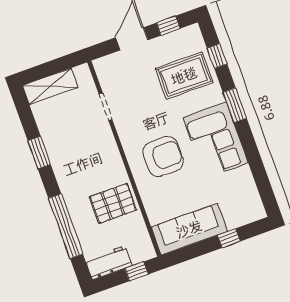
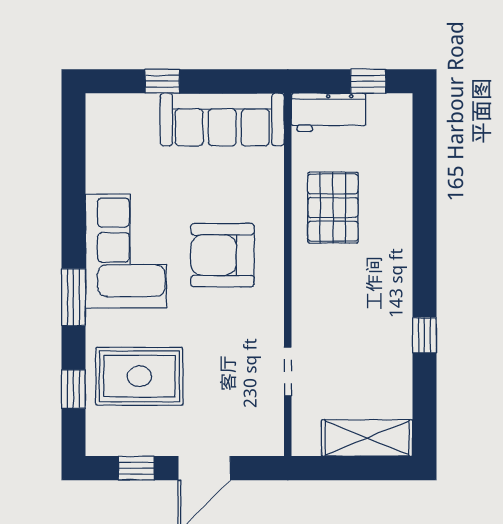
window: (39, 153) -> (424, 335), width x0.67
pallet: (113, 203) -> (333, 208), turned 90
window: (66, 226) -> (424, 198), removed
workbench: (109, 263) -> (328, 112), moved
window: (137, 271) -> (368, 81), moved

